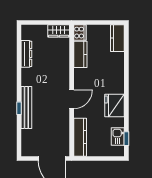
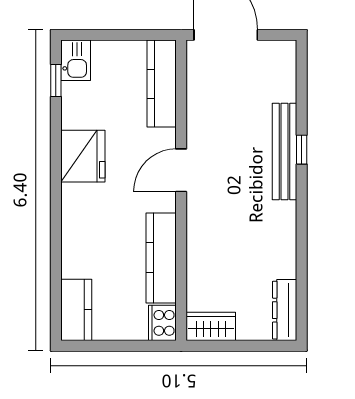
dresser: (26, 54) -> (285, 310), moved
kitchen counter: (80, 54) -> (161, 258), width x1.50
kitchen sink: (118, 137) -> (76, 60), moved

